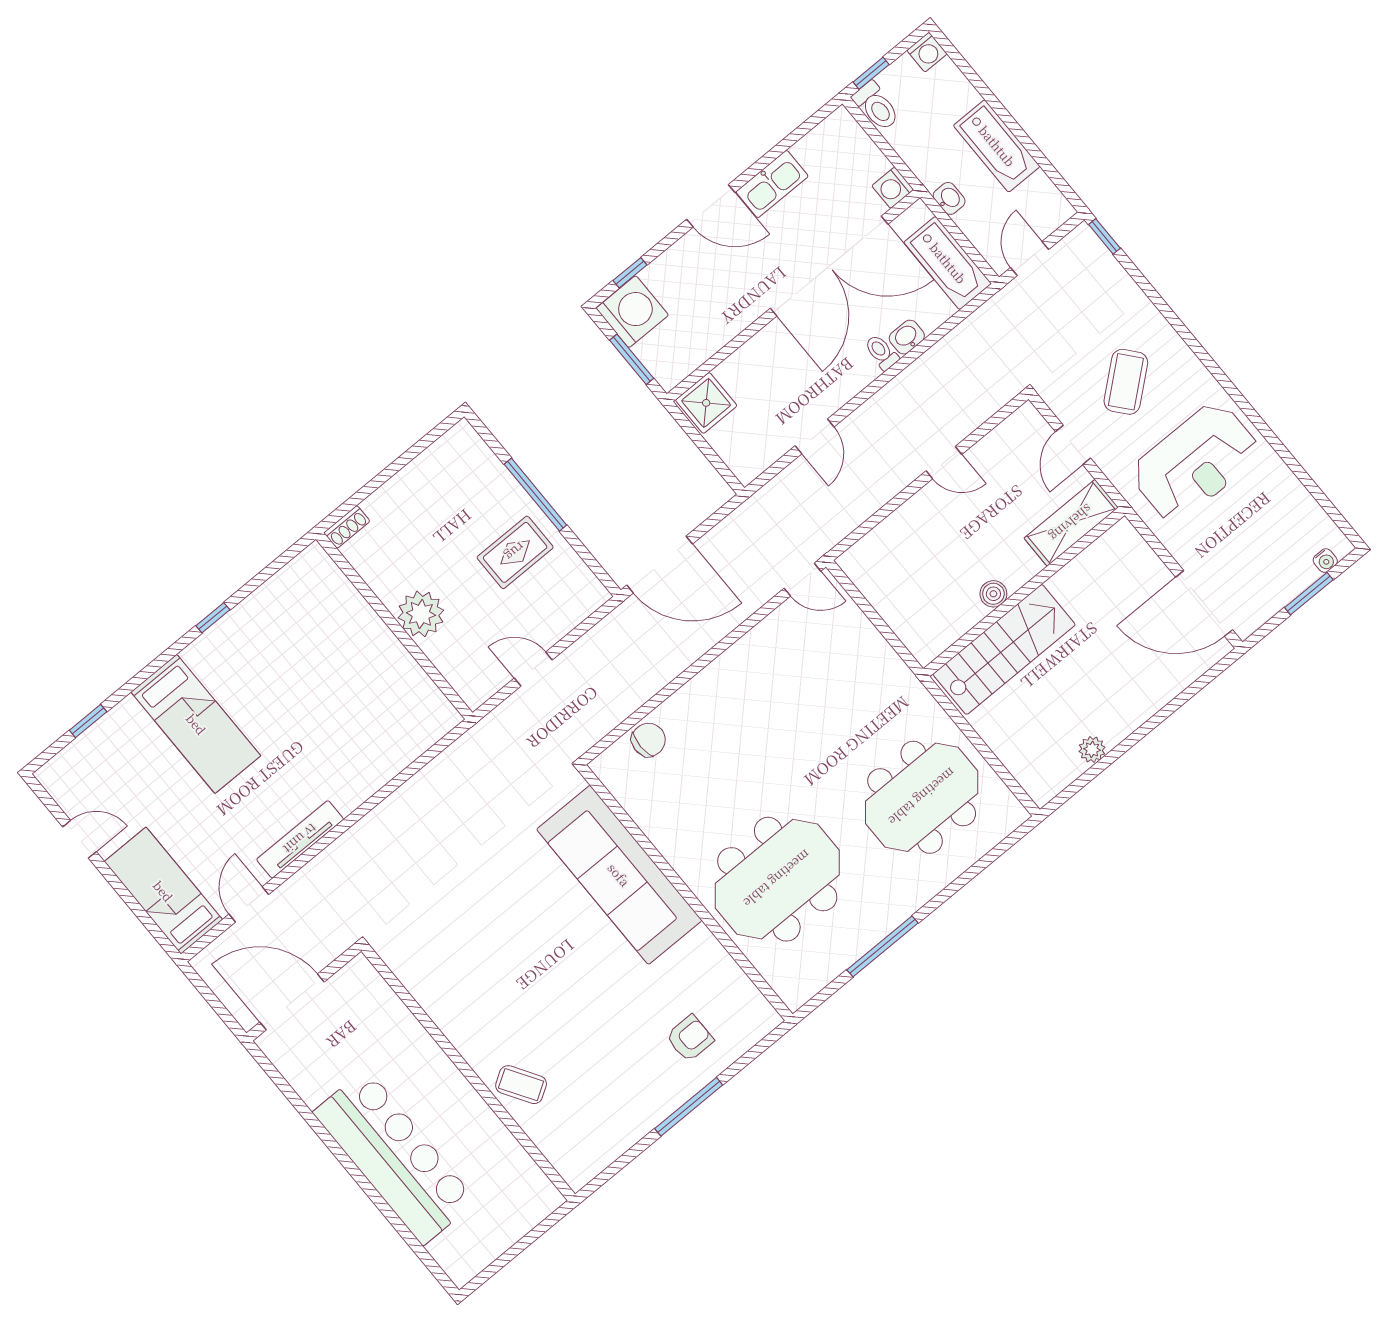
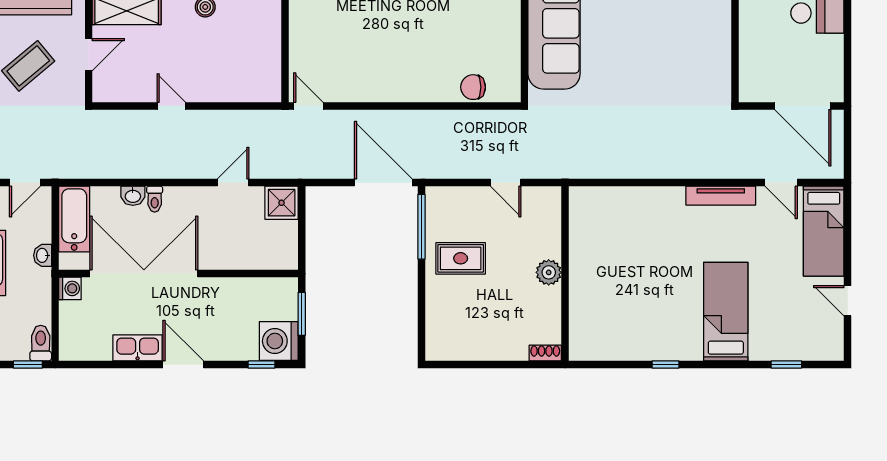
shower: (706, 403) -> (282, 203), moved
window: (535, 495) -> (421, 227), moved
plant: (421, 614) -> (549, 272), width x0.73, depth x0.73
door: (249, 904) -> (781, 183), hinge flipped

